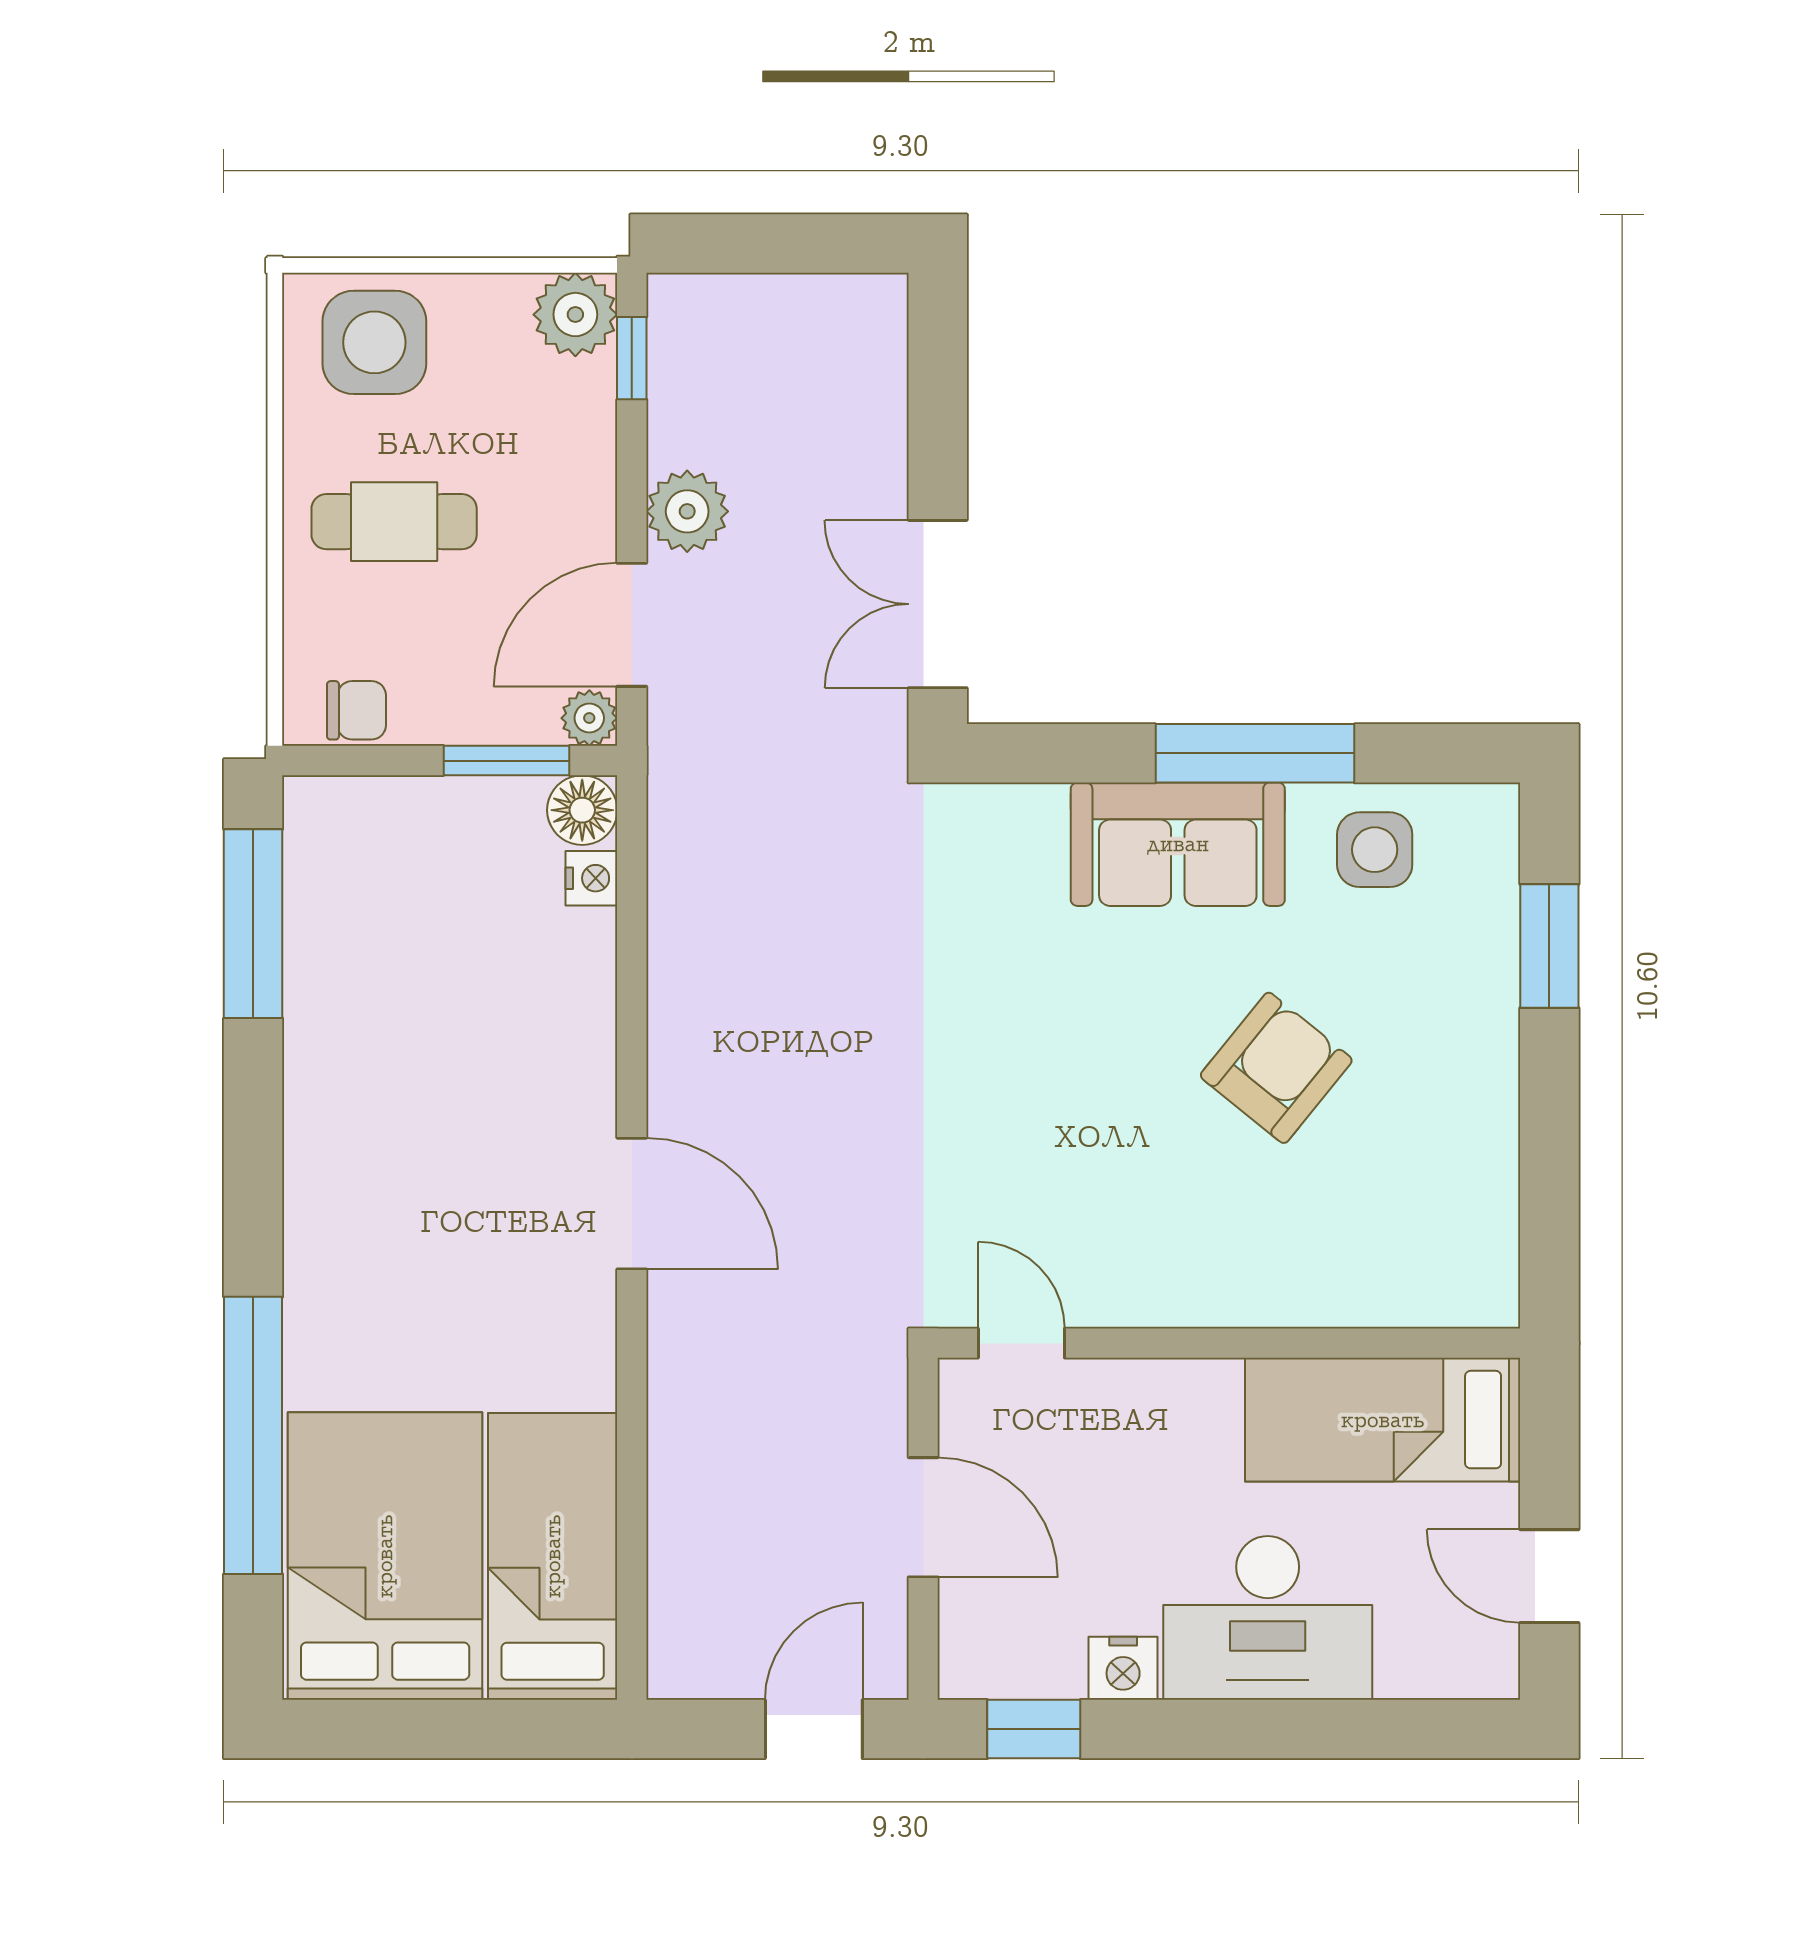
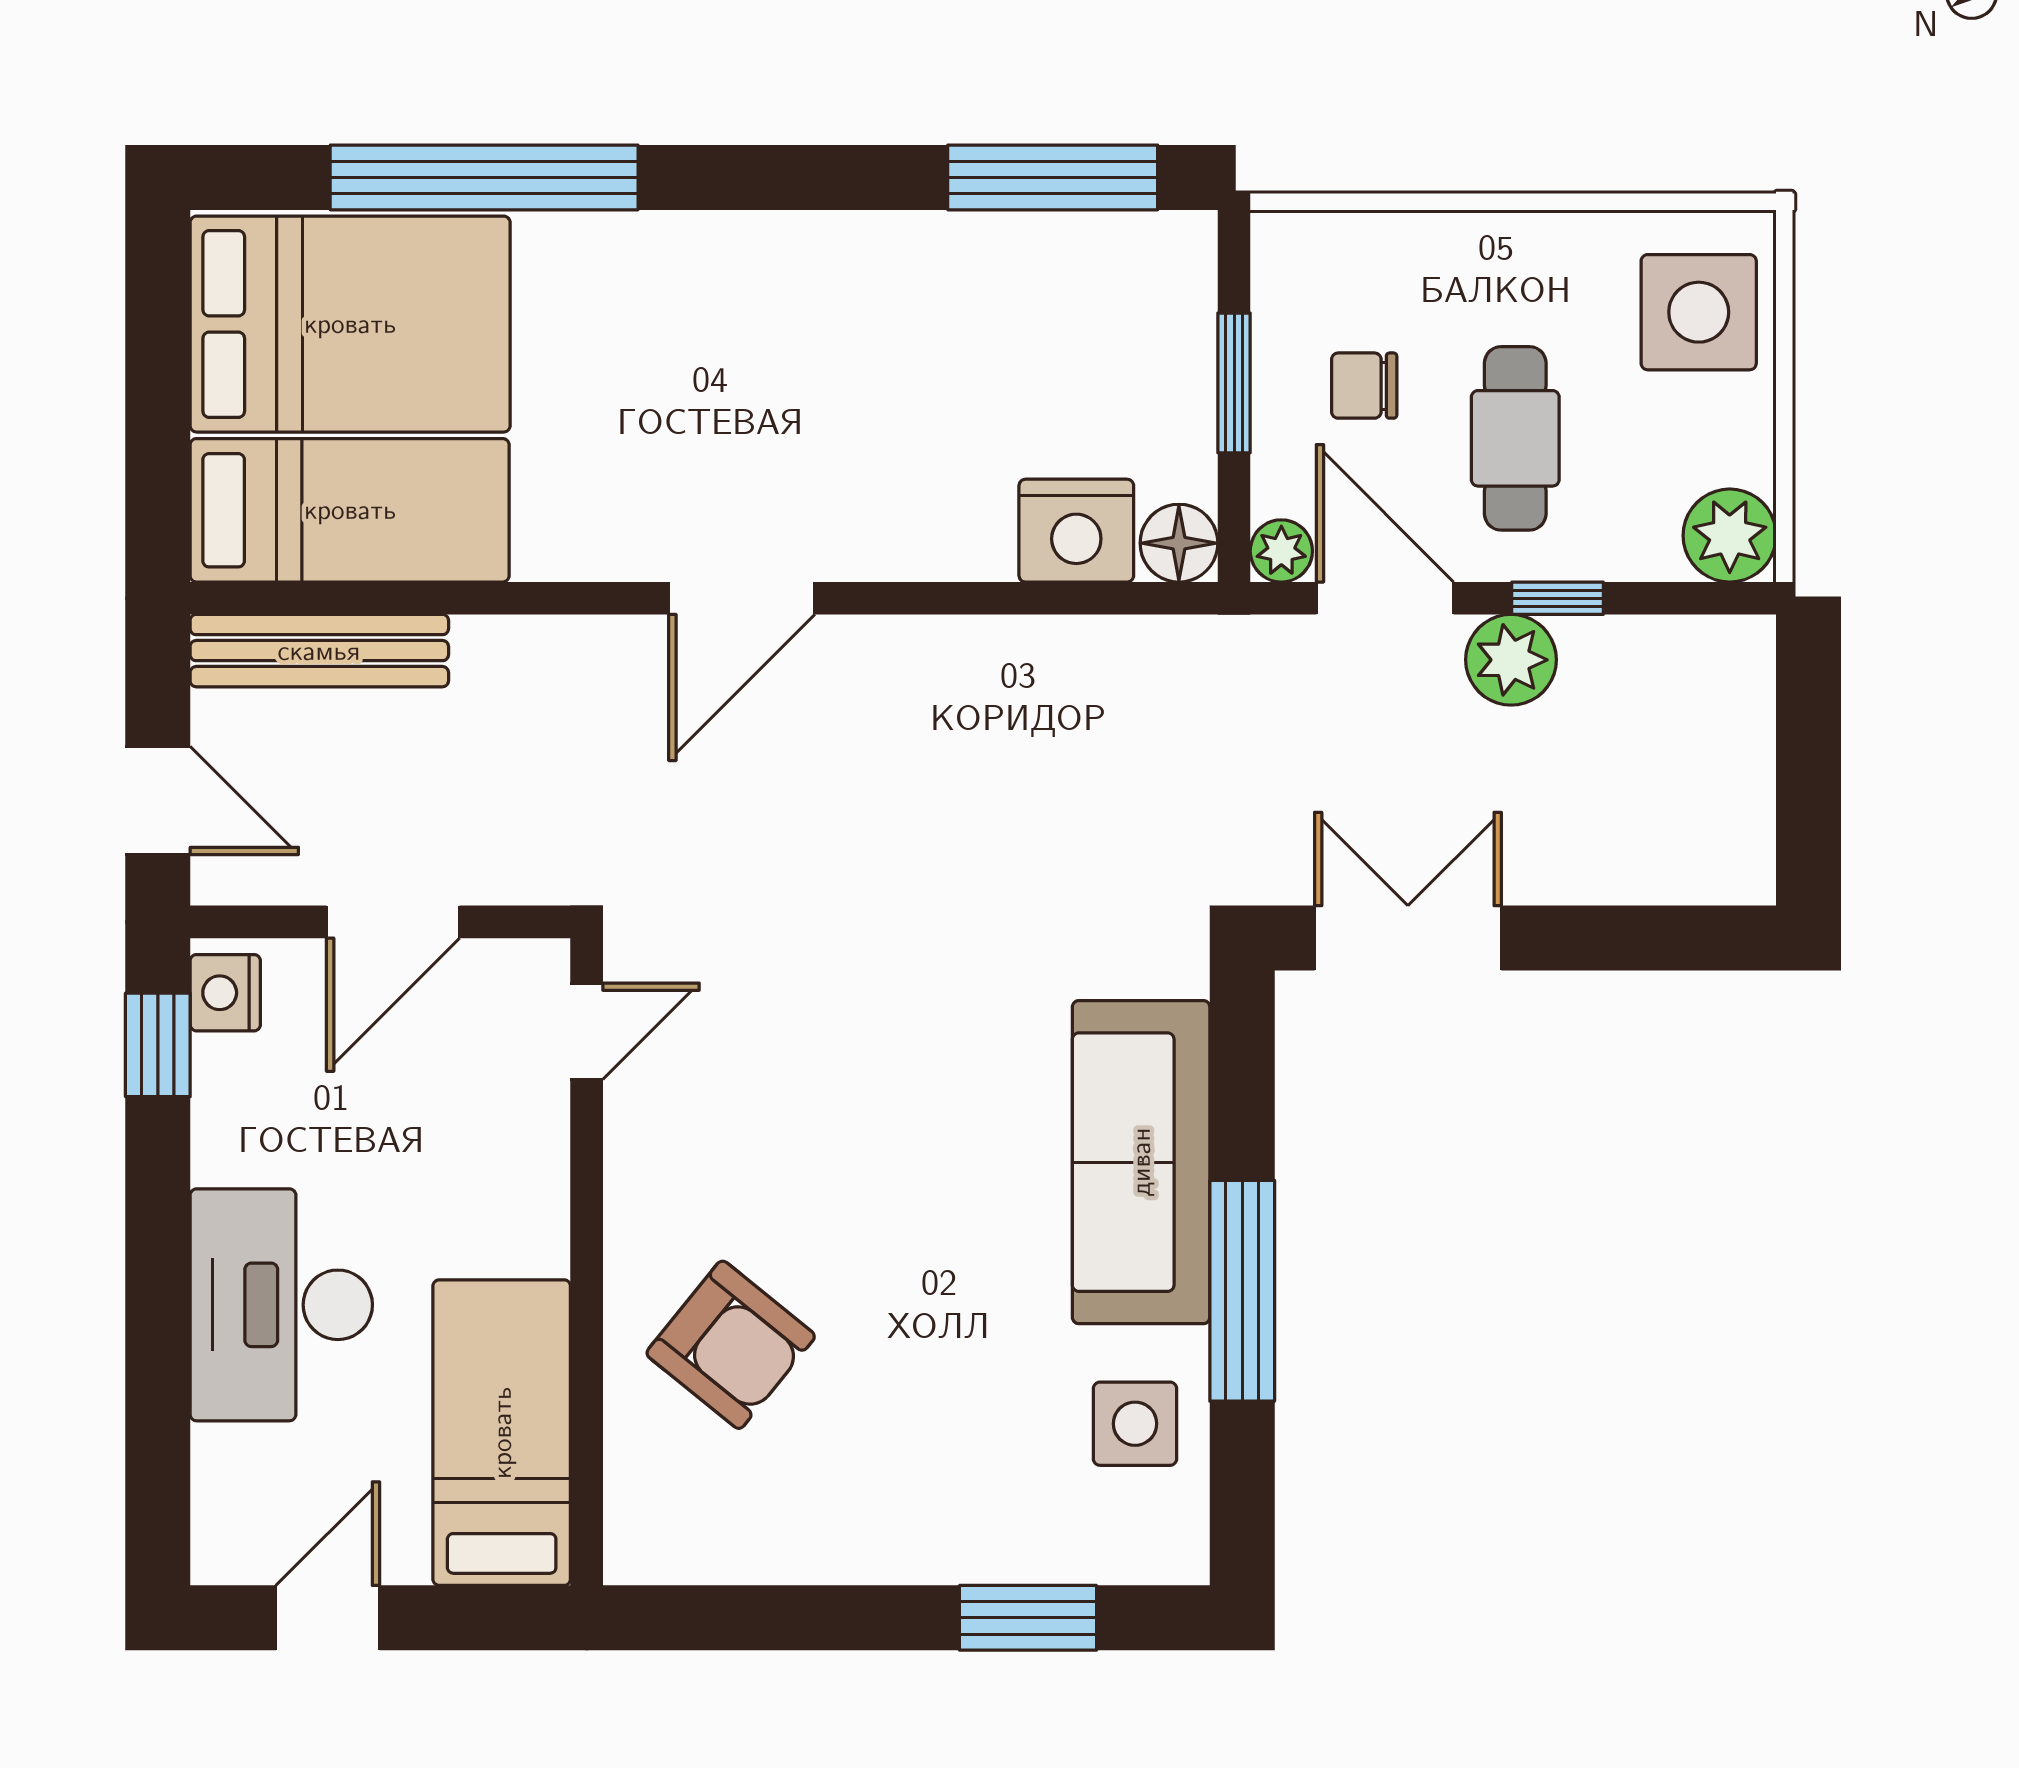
window: (632, 358) -> (1557, 598), moved
cafe table: (394, 522) -> (1515, 438), moved
chair: (356, 710) -> (1364, 386), moved, turned 90
window: (507, 761) -> (1234, 383), moved
sofa: (1178, 844) -> (1141, 1162), width x1.36
nightstand: (591, 878) -> (1076, 531), width x1.89, depth x1.79
armchair: (1276, 1068) -> (731, 1345), moved
bench: (679, 1584) -> (319, 651), added
nightstand: (1123, 1668) -> (225, 993), moved

